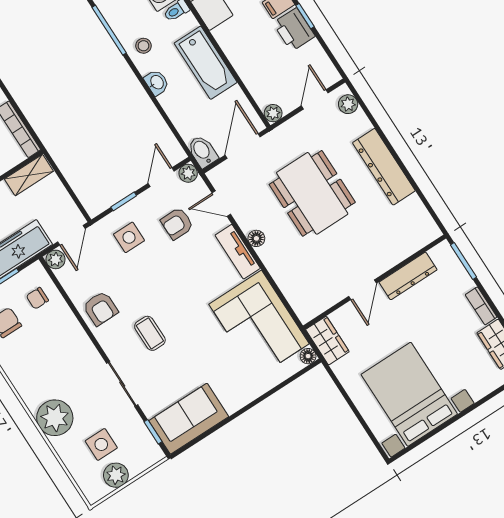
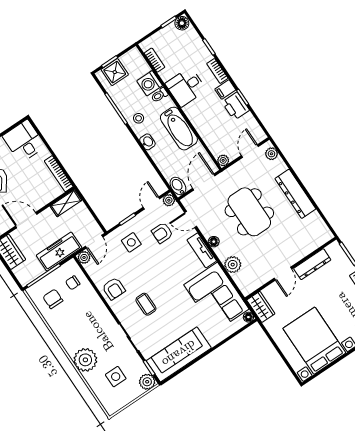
plant: (285, 274) -> (233, 265), added
sofa: (189, 419) -> (179, 354), width x1.36
plant: (116, 475) -> (147, 382), moved

